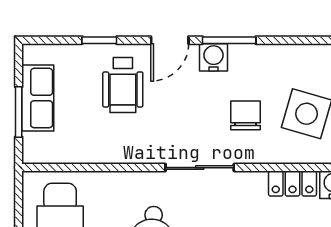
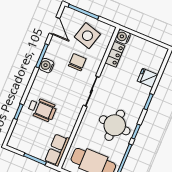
door: (170, 40) -> (54, 26), moved
row of seats: (38, 98) -> (57, 150), moved, turned -90
chair: (246, 115) -> (77, 62), turned 90

